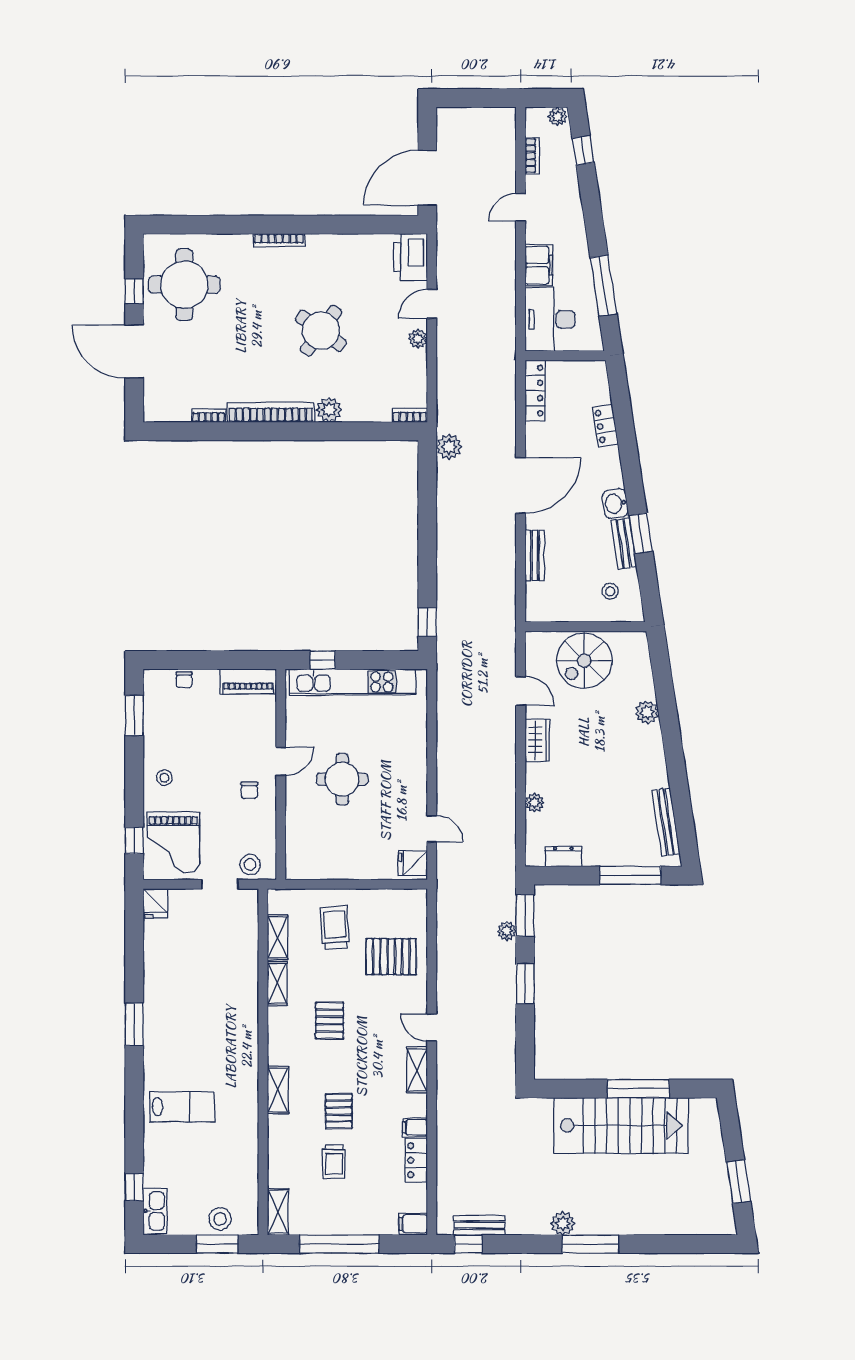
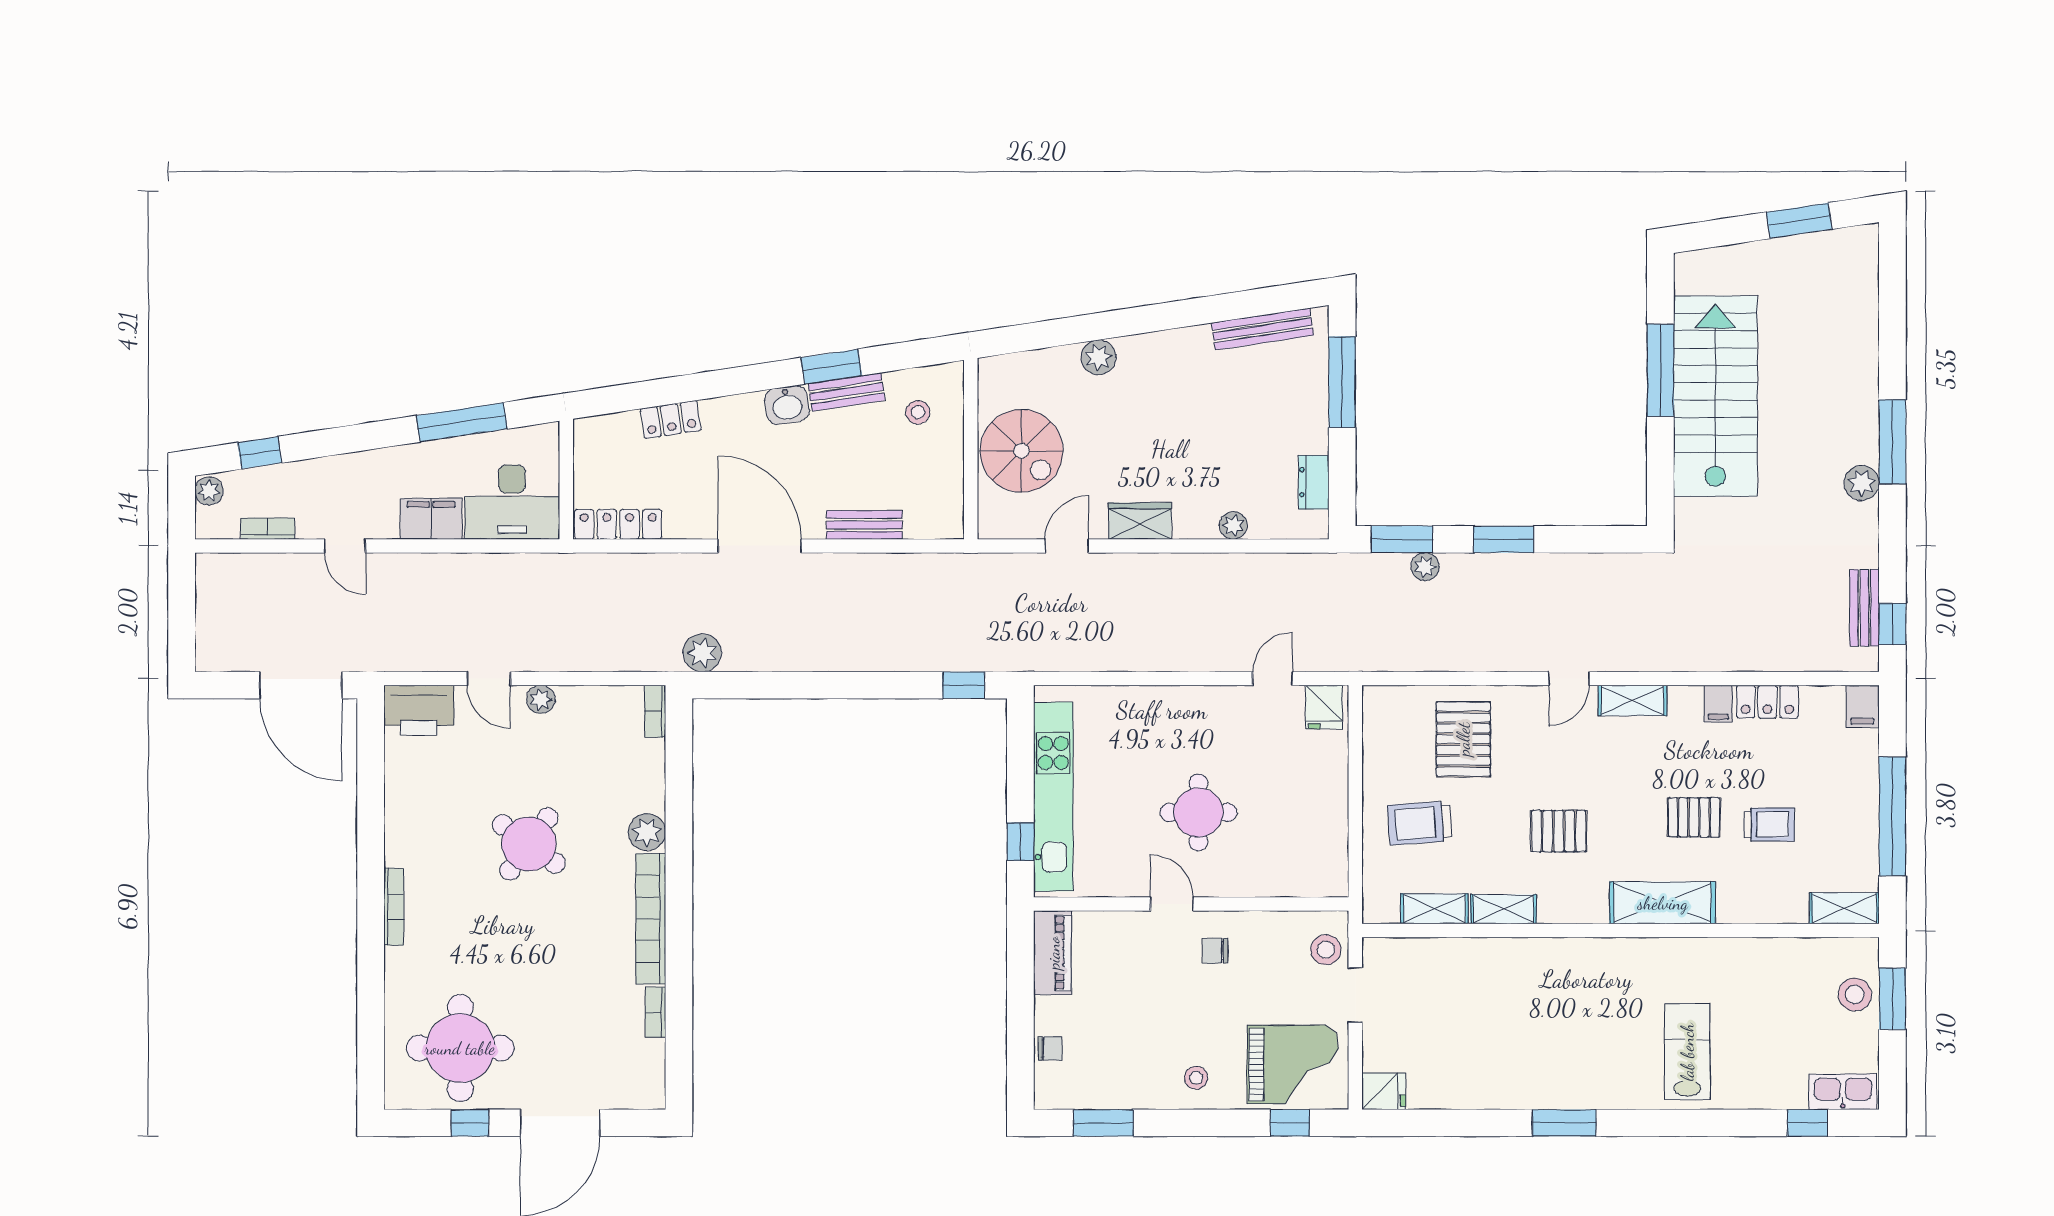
chair: (249, 790) -> (1215, 951), turned 180
shelving: (278, 1090) -> (1663, 903), width x1.50, depth x1.33

